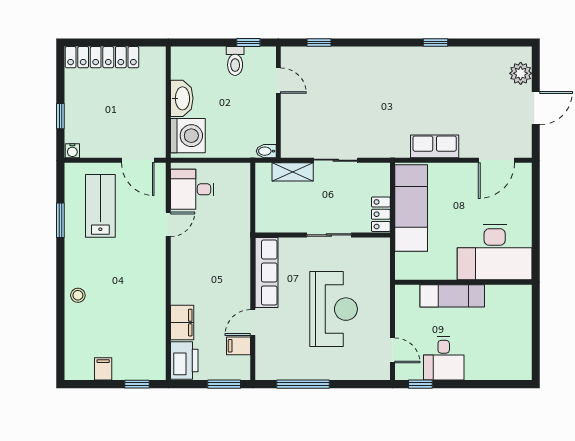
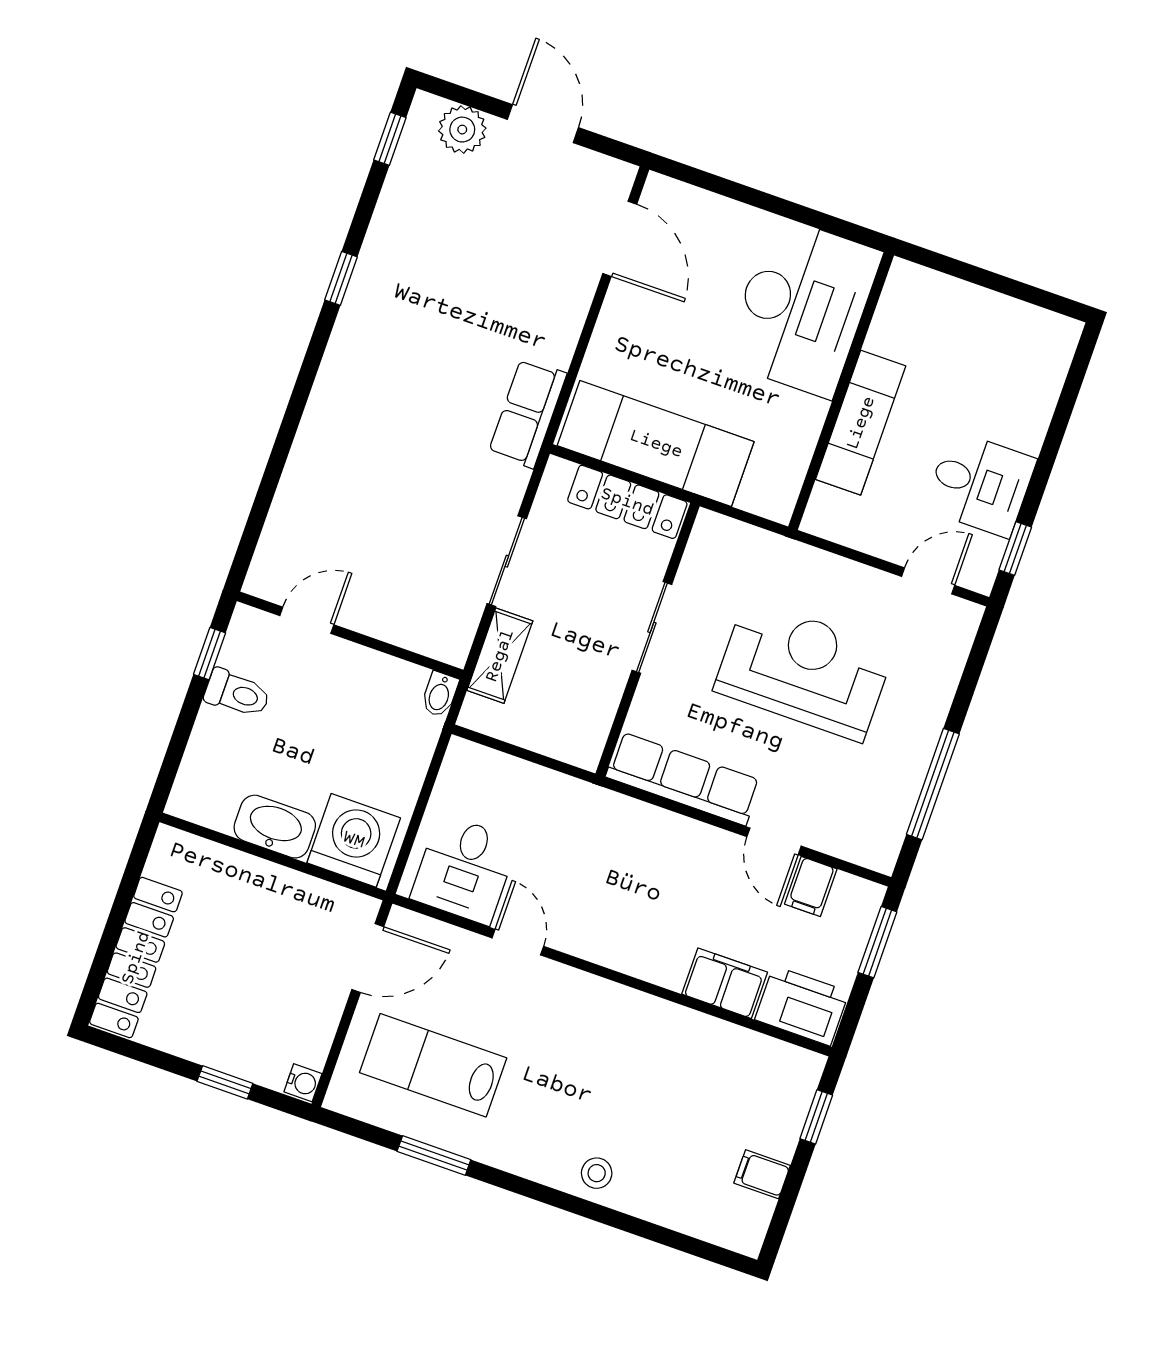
window: (319, 43) -> (390, 139), moved
row of seats: (435, 146) -> (527, 413), moved
locker: (381, 214) -> (627, 502), width x1.53

